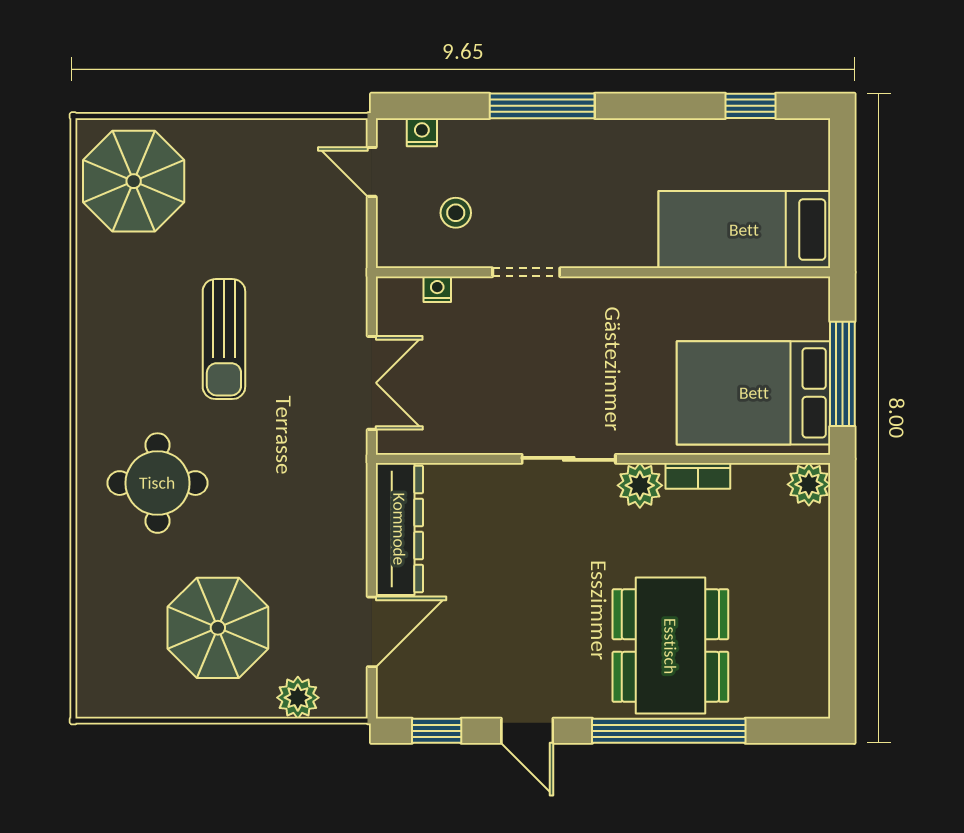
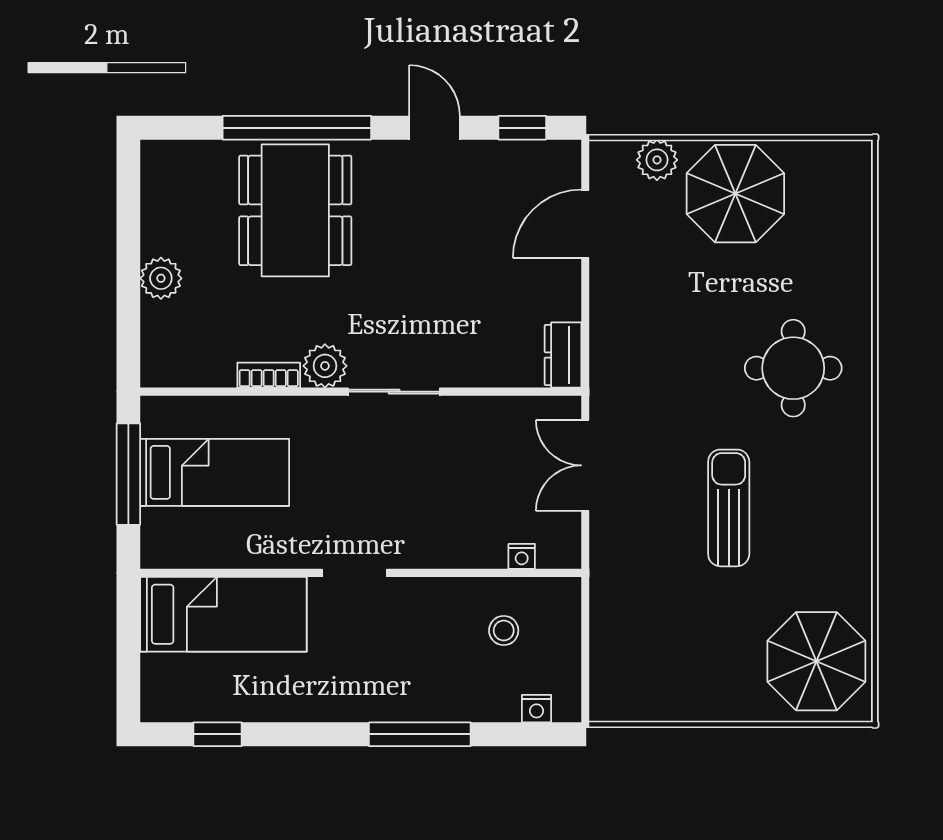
door: (372, 172) -> (585, 670), removed
doorway: (526, 272) -> (355, 573), moved
bed: (754, 393) -> (215, 472), width x0.67
plant: (809, 484) -> (161, 278), moved
dresser: (399, 529) -> (563, 355), width x0.51, depth x0.80
parasol: (218, 628) -> (735, 194), moved

